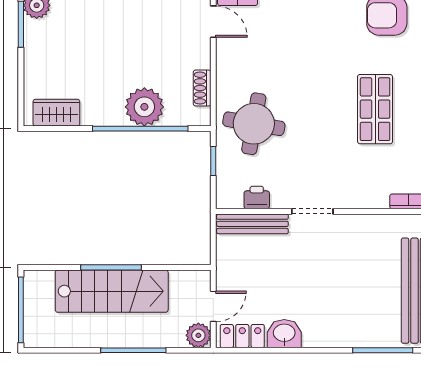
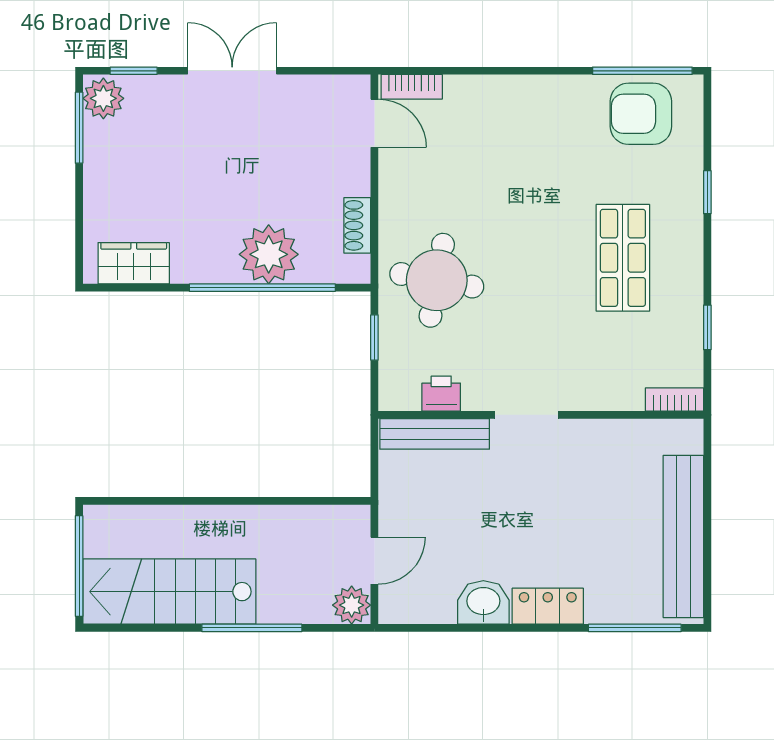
window: (111, 267) -> (217, 501), removed
stairs: (112, 291) -> (169, 592), moved, turned 180
locker: (242, 336) -> (548, 606), moved

